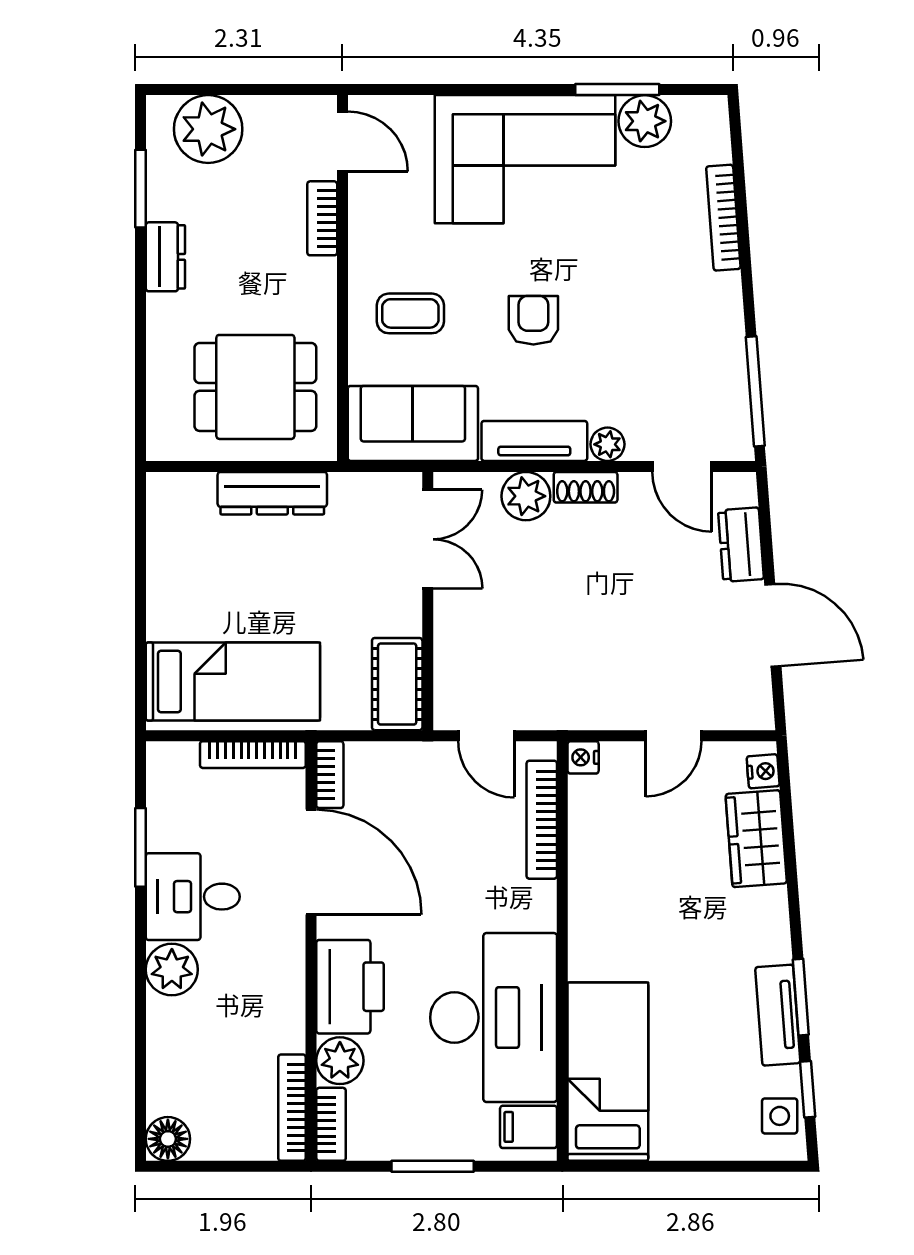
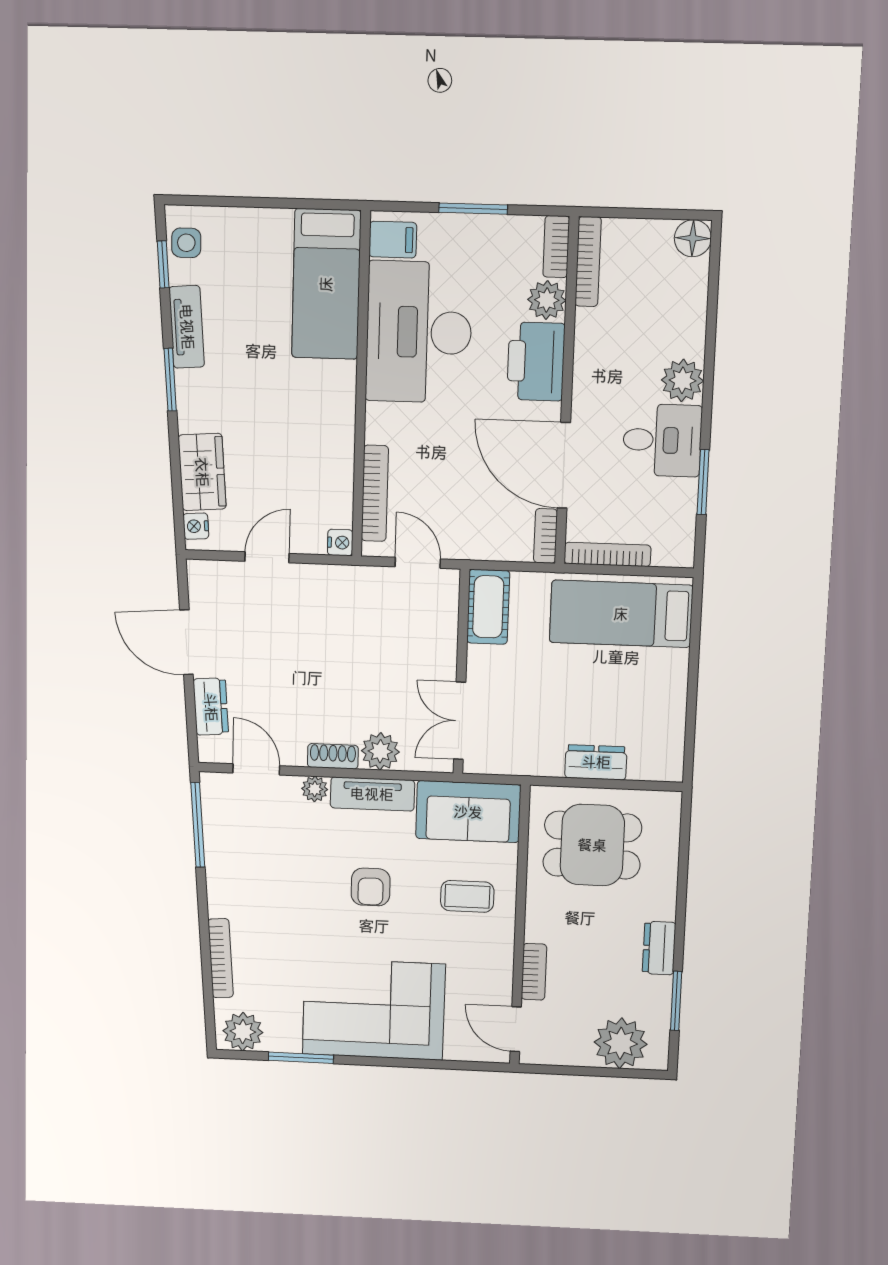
plant: (645, 121) -> (243, 1032), moved
dresser: (272, 493) -> (596, 762), width x0.70
window: (801, 997) -> (170, 380), moved

